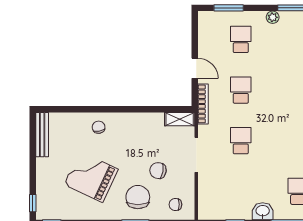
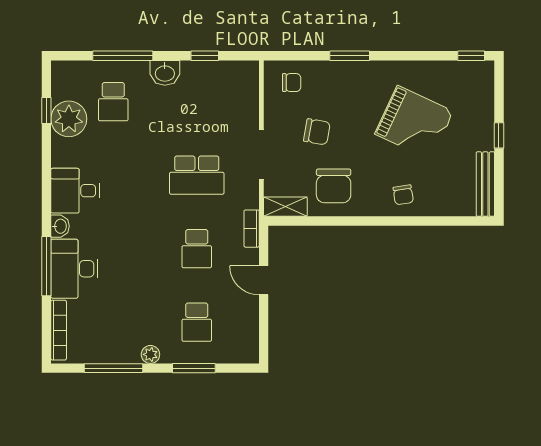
window: (229, 8) -> (194, 368), moved
bookcase: (203, 104) -> (252, 229), width x0.64
school desk: (241, 141) -> (197, 175), width x1.85
chair: (138, 197) -> (334, 186), moved
window: (33, 203) -> (499, 135), moved

